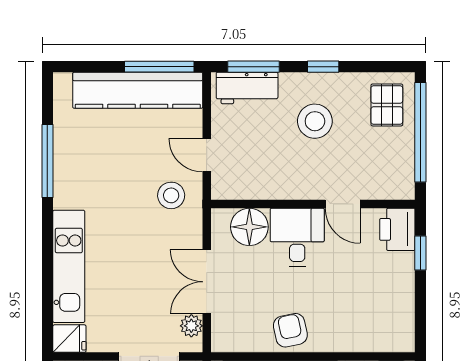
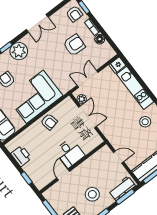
stool: (171, 195) -> (145, 122), moved
door: (343, 204) -> (63, 175), hinge flipped
floor lamp: (249, 227) -> (87, 145), removed
printer: (397, 229) -> (21, 156), moved

